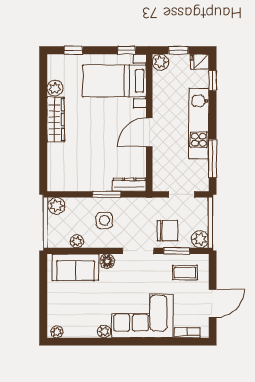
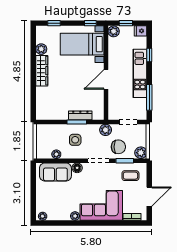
window: (213, 81) -> (149, 55), moved
dresser: (129, 185) -> (80, 115), moved
plant: (56, 206) -> (106, 130), moved

